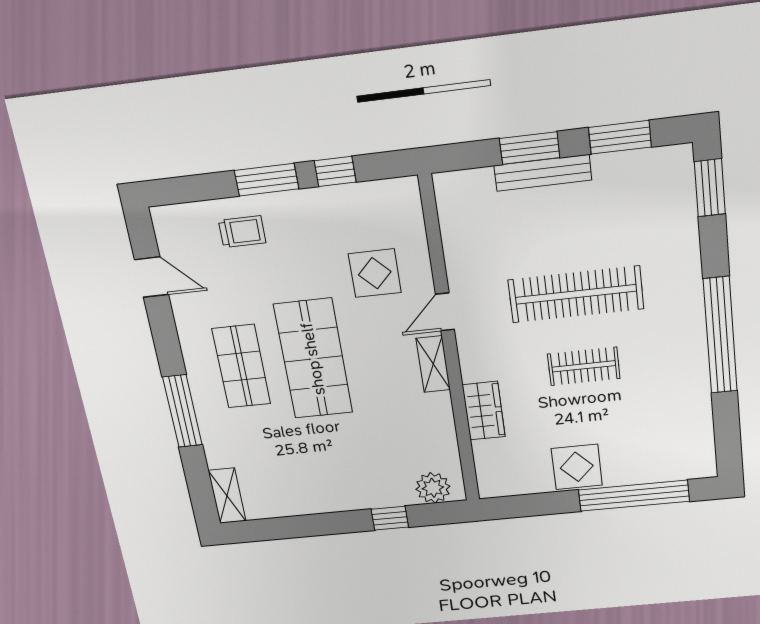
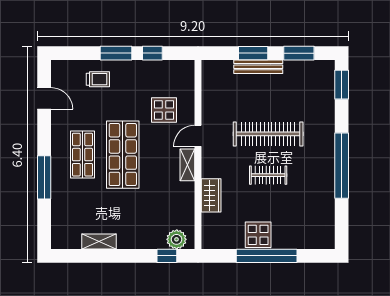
shelving: (227, 496) -> (99, 241), moved, turned 90
window: (634, 496) -> (267, 256), moved
window: (390, 518) -> (167, 256), moved

